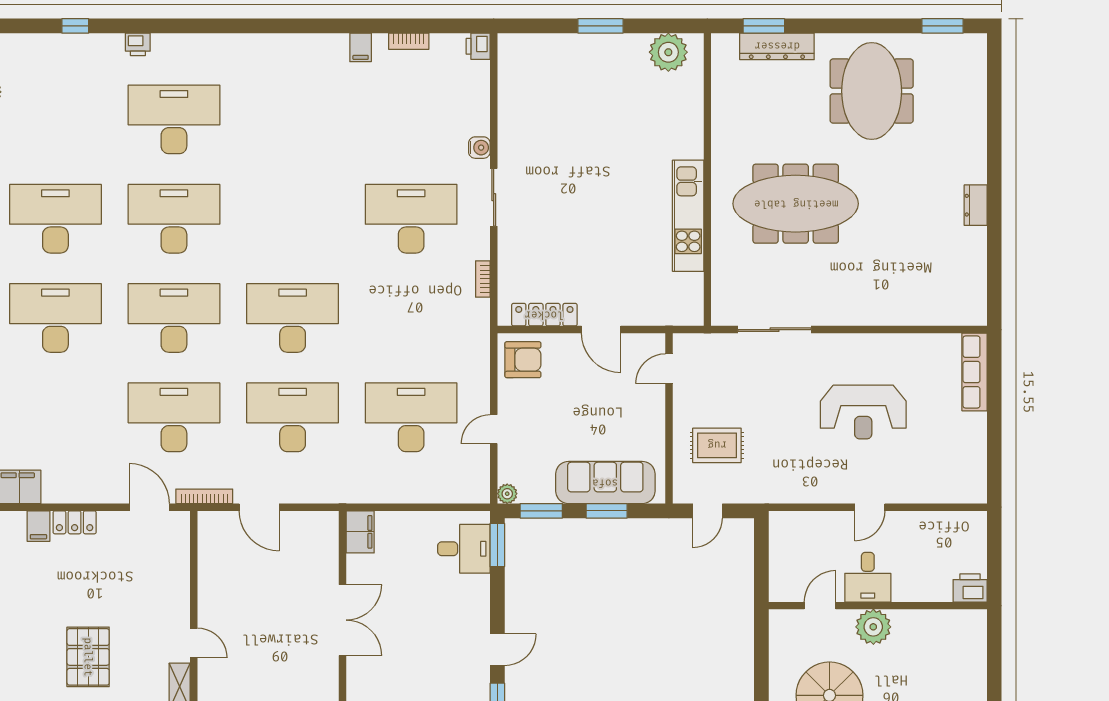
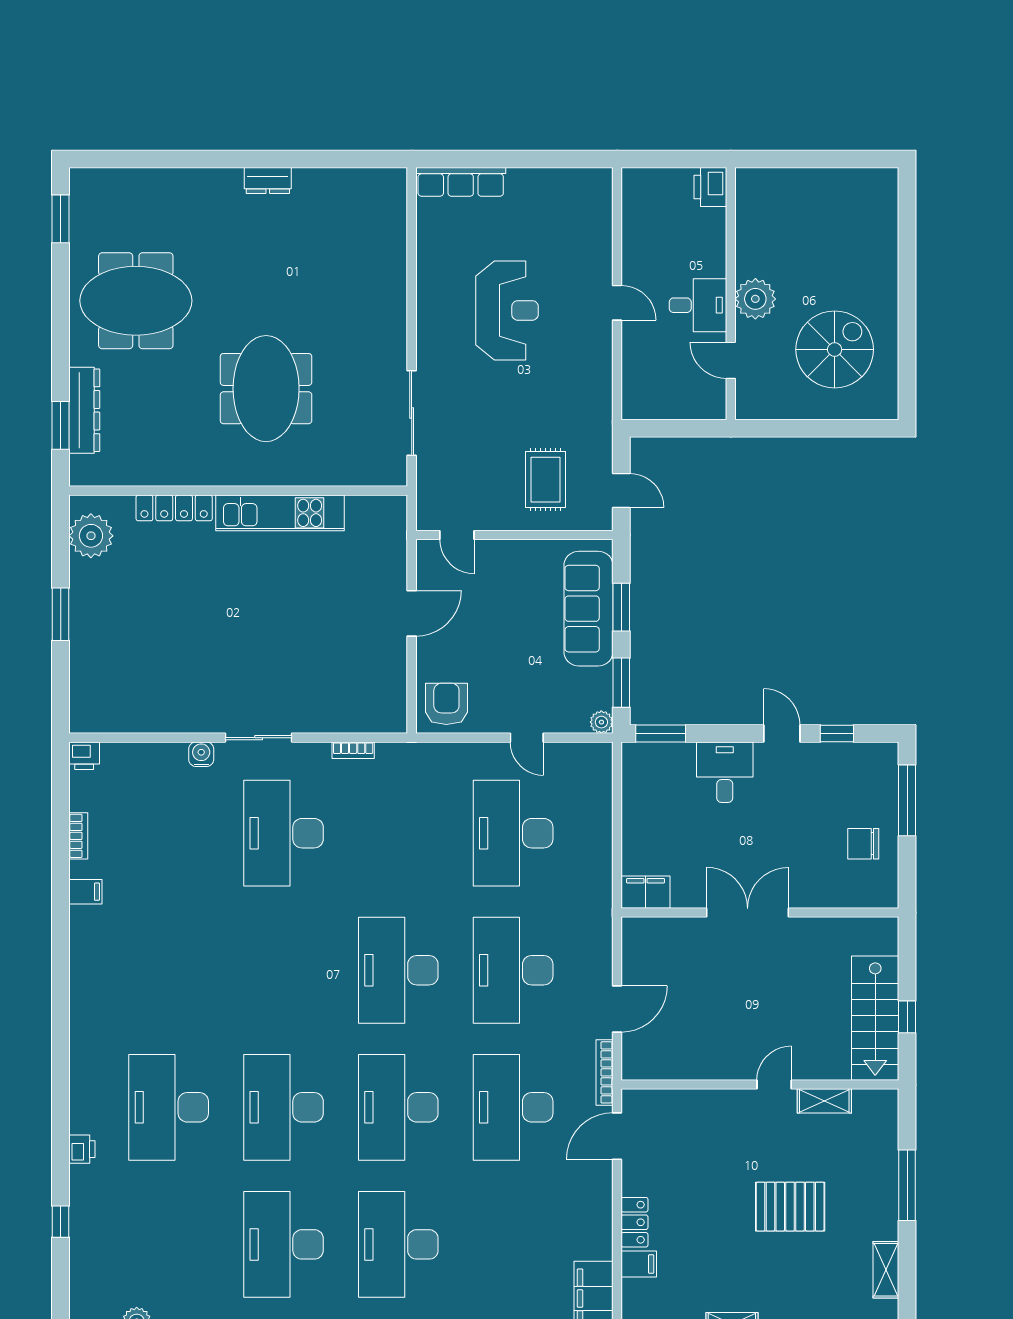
meeting table: (796, 204) -> (266, 389), width x0.73
locker: (544, 315) -> (174, 508), moved, turned -90
desk: (464, 549) -> (725, 772), moved

